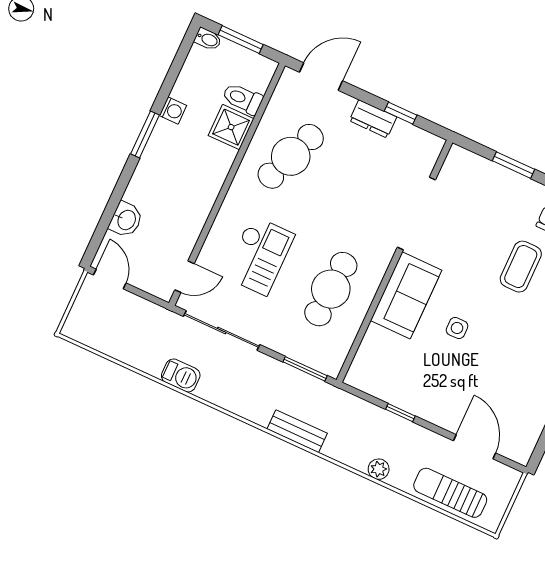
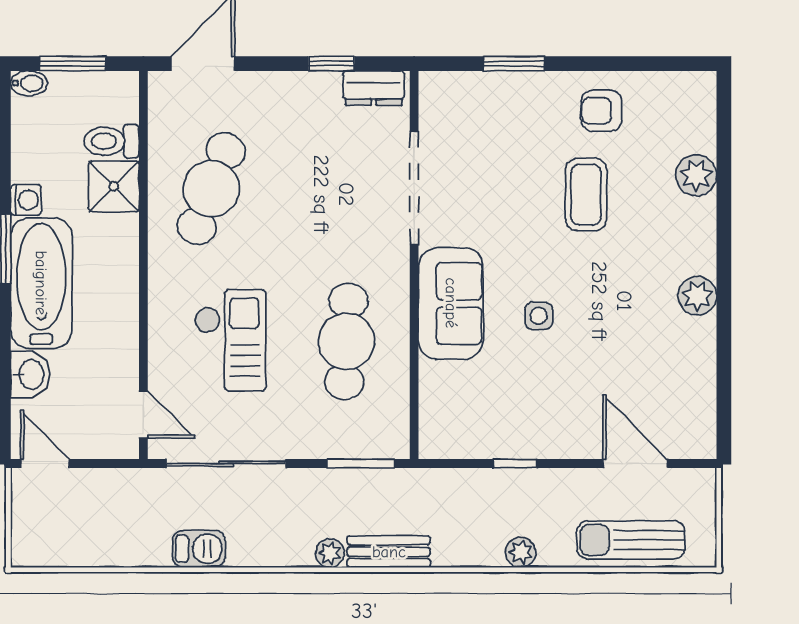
dresser: (373, 119) -> (374, 88), moved
bathtub: (159, 166) -> (41, 283), added
door: (184, 277) -> (143, 415), hinge flipped
plant: (260, 415) -> (330, 553), added

